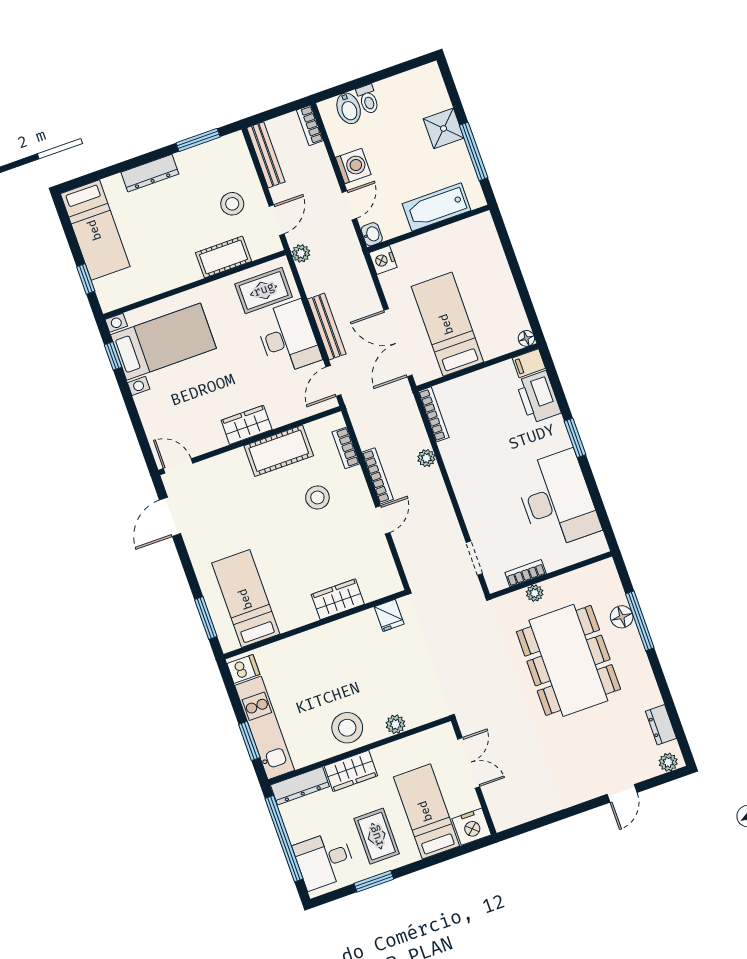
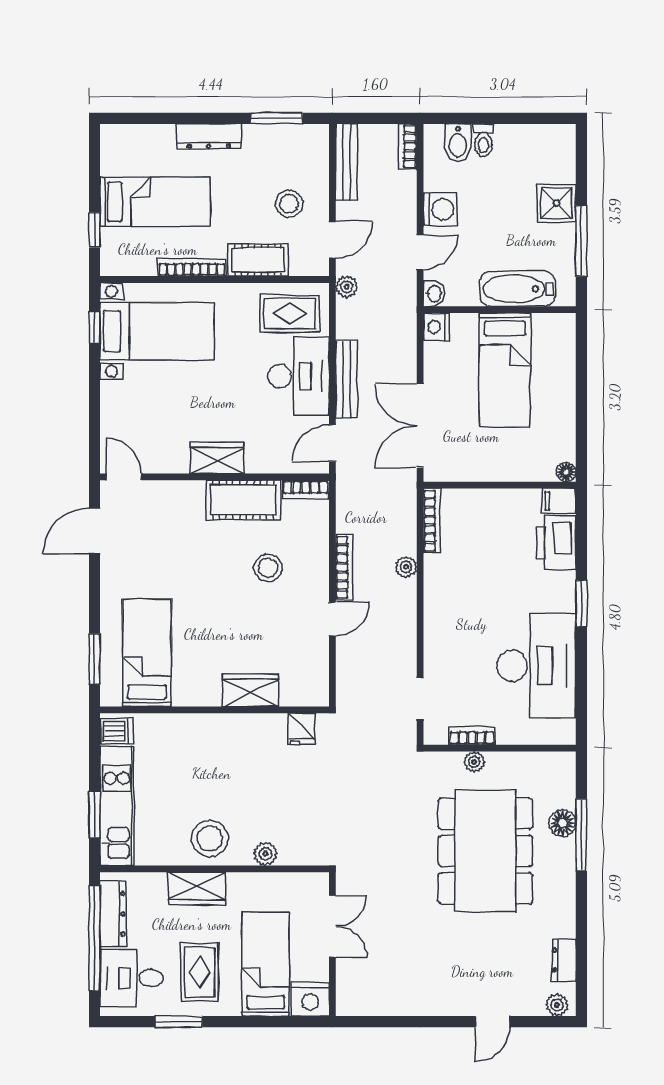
bed: (95, 230) -> (155, 202), moved, turned -90
bookcase: (173, 281) -> (192, 267), added
bed: (447, 324) -> (505, 370), moved, turned 180
bookcase: (346, 448) -> (306, 490), moved, turned -90
dresser: (300, 786) -> (113, 914), moved, turned -90

